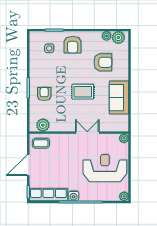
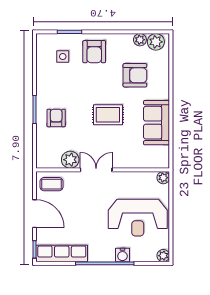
plant: (43, 125) -> (70, 160), moved
double door: (87, 133) -> (96, 170), moved
door: (28, 165) -> (35, 214), swing flipped
reception desk: (105, 168) -> (138, 218), turned 180
water cooler: (74, 196) -> (122, 255), moved

